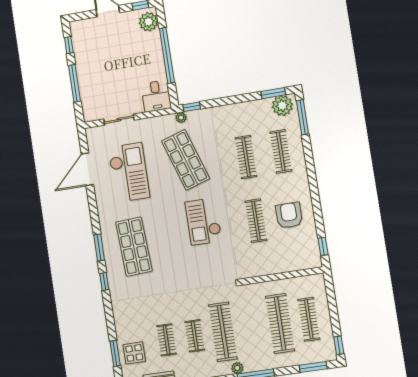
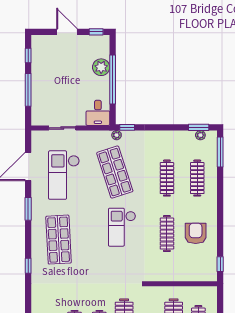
plant: (148, 22) -> (101, 67), moved
plant: (282, 106) -> (200, 135), width x0.53, depth x0.53
checkout: (129, 172) -> (64, 175), turned 180
window: (99, 247) -> (28, 209), moved

